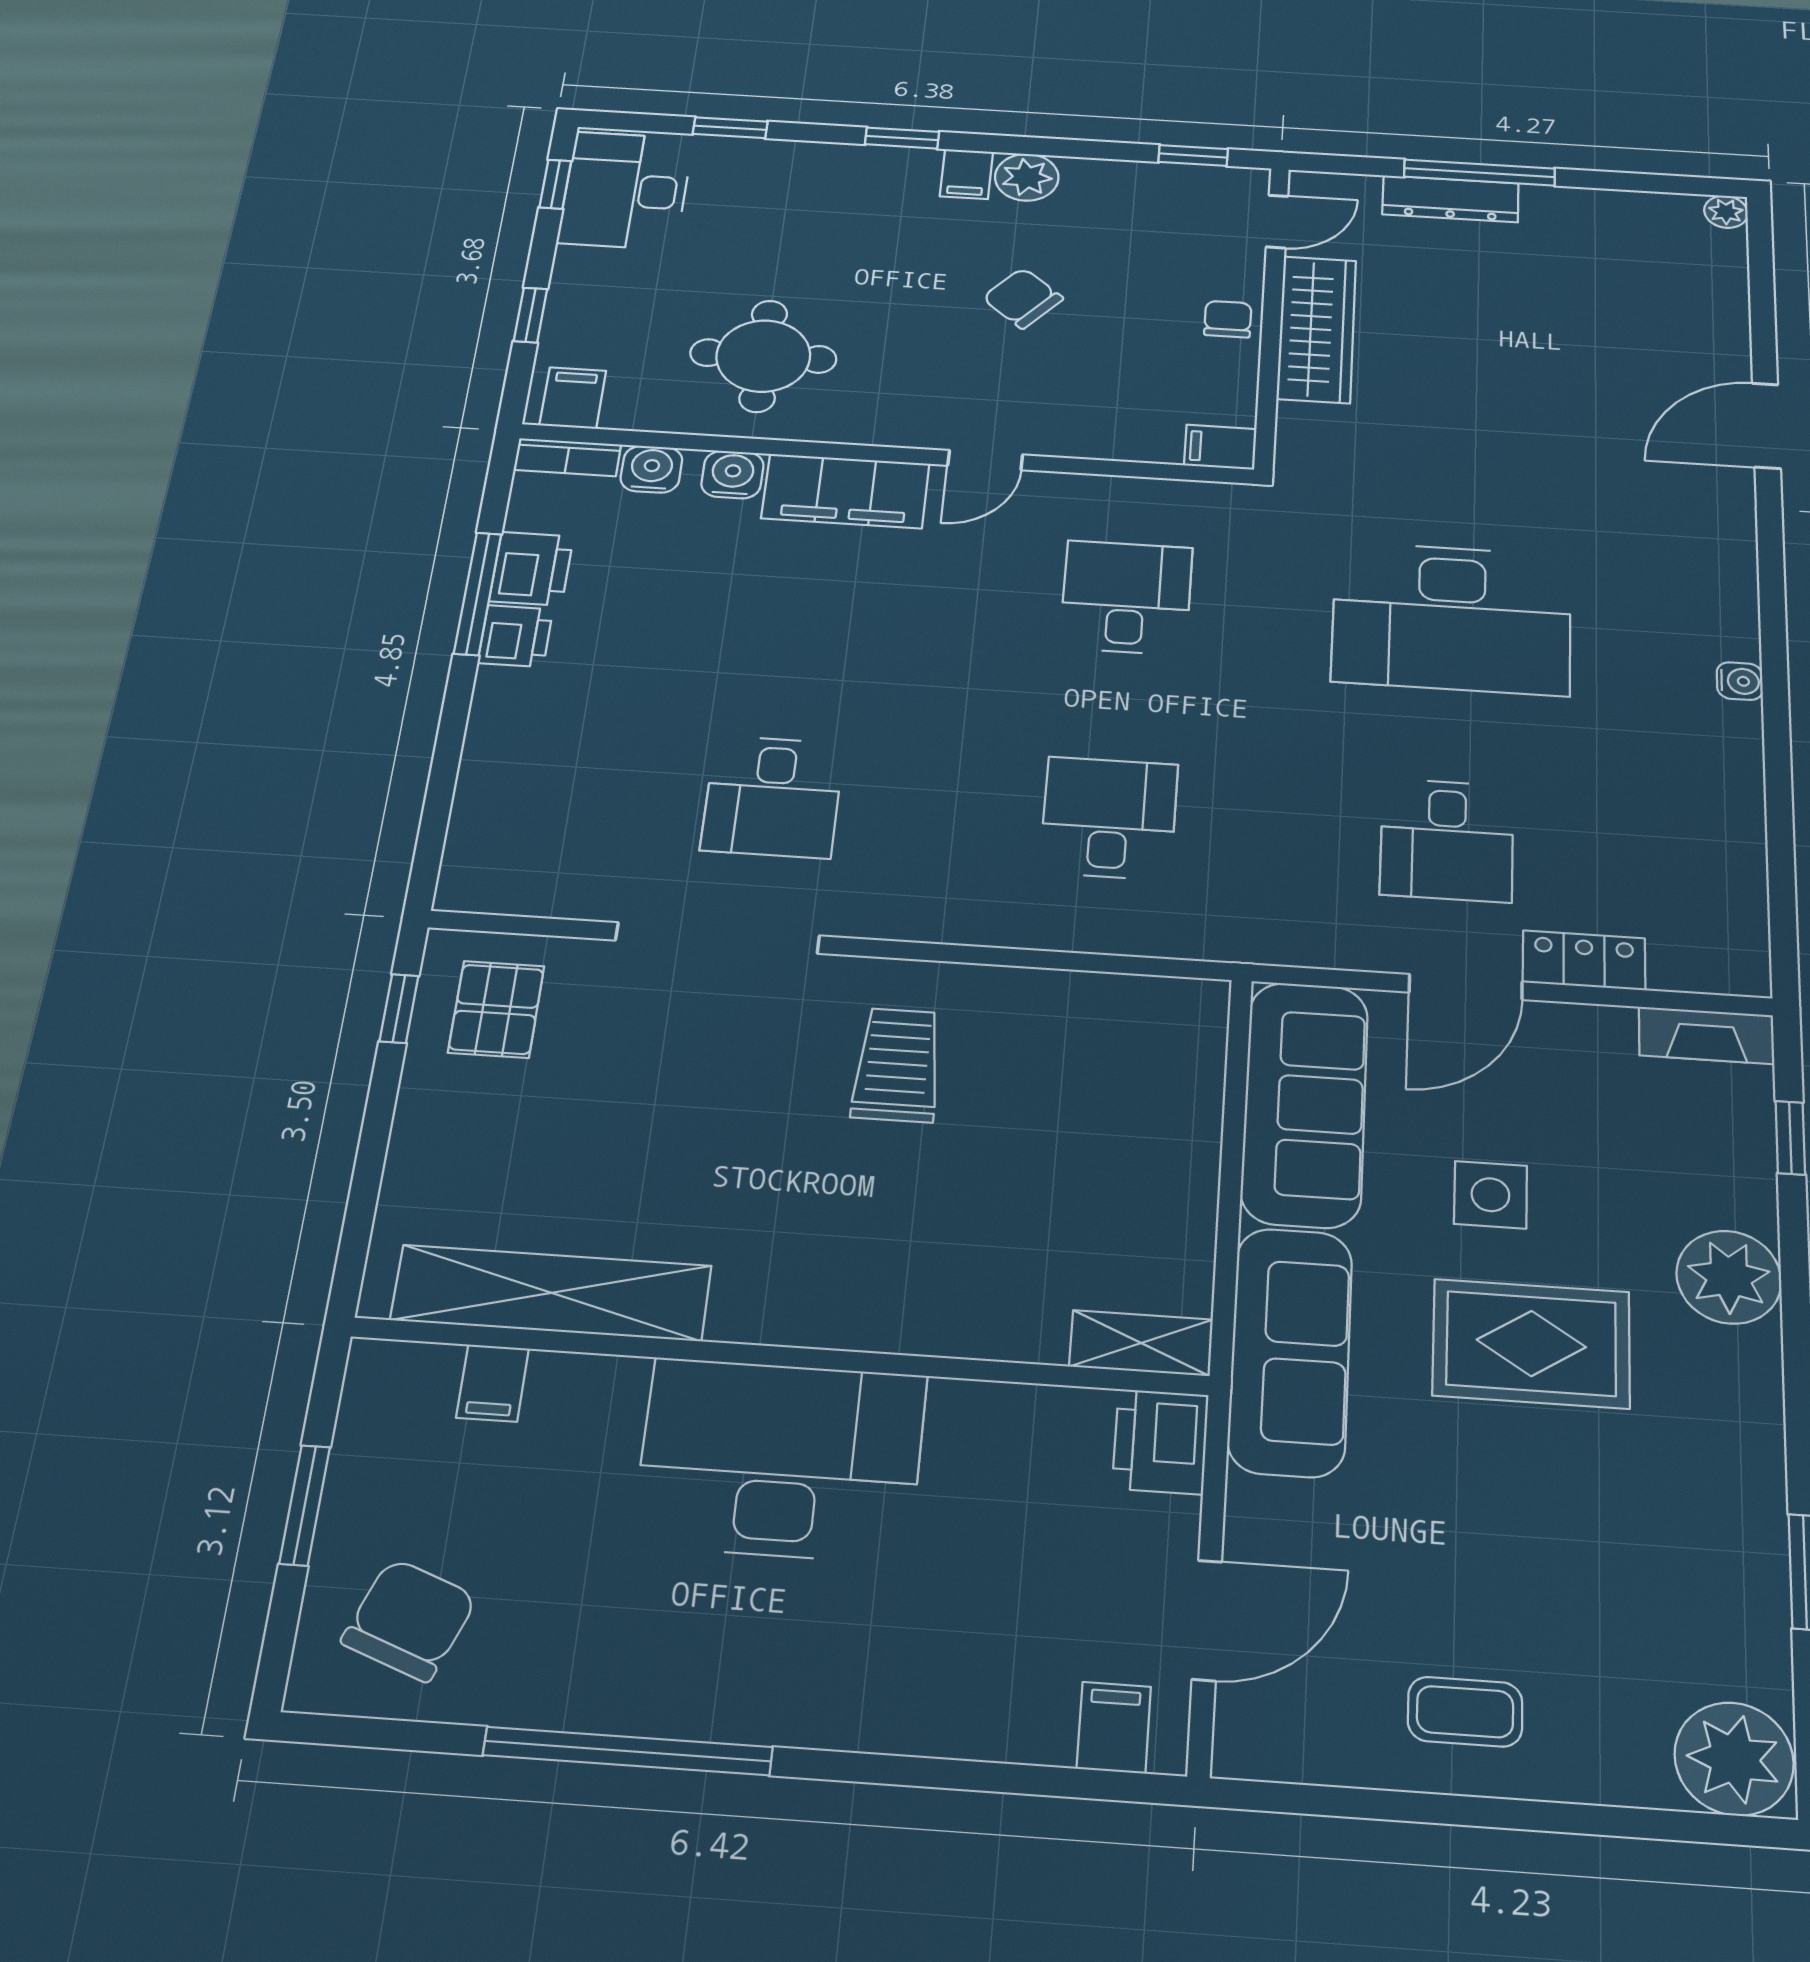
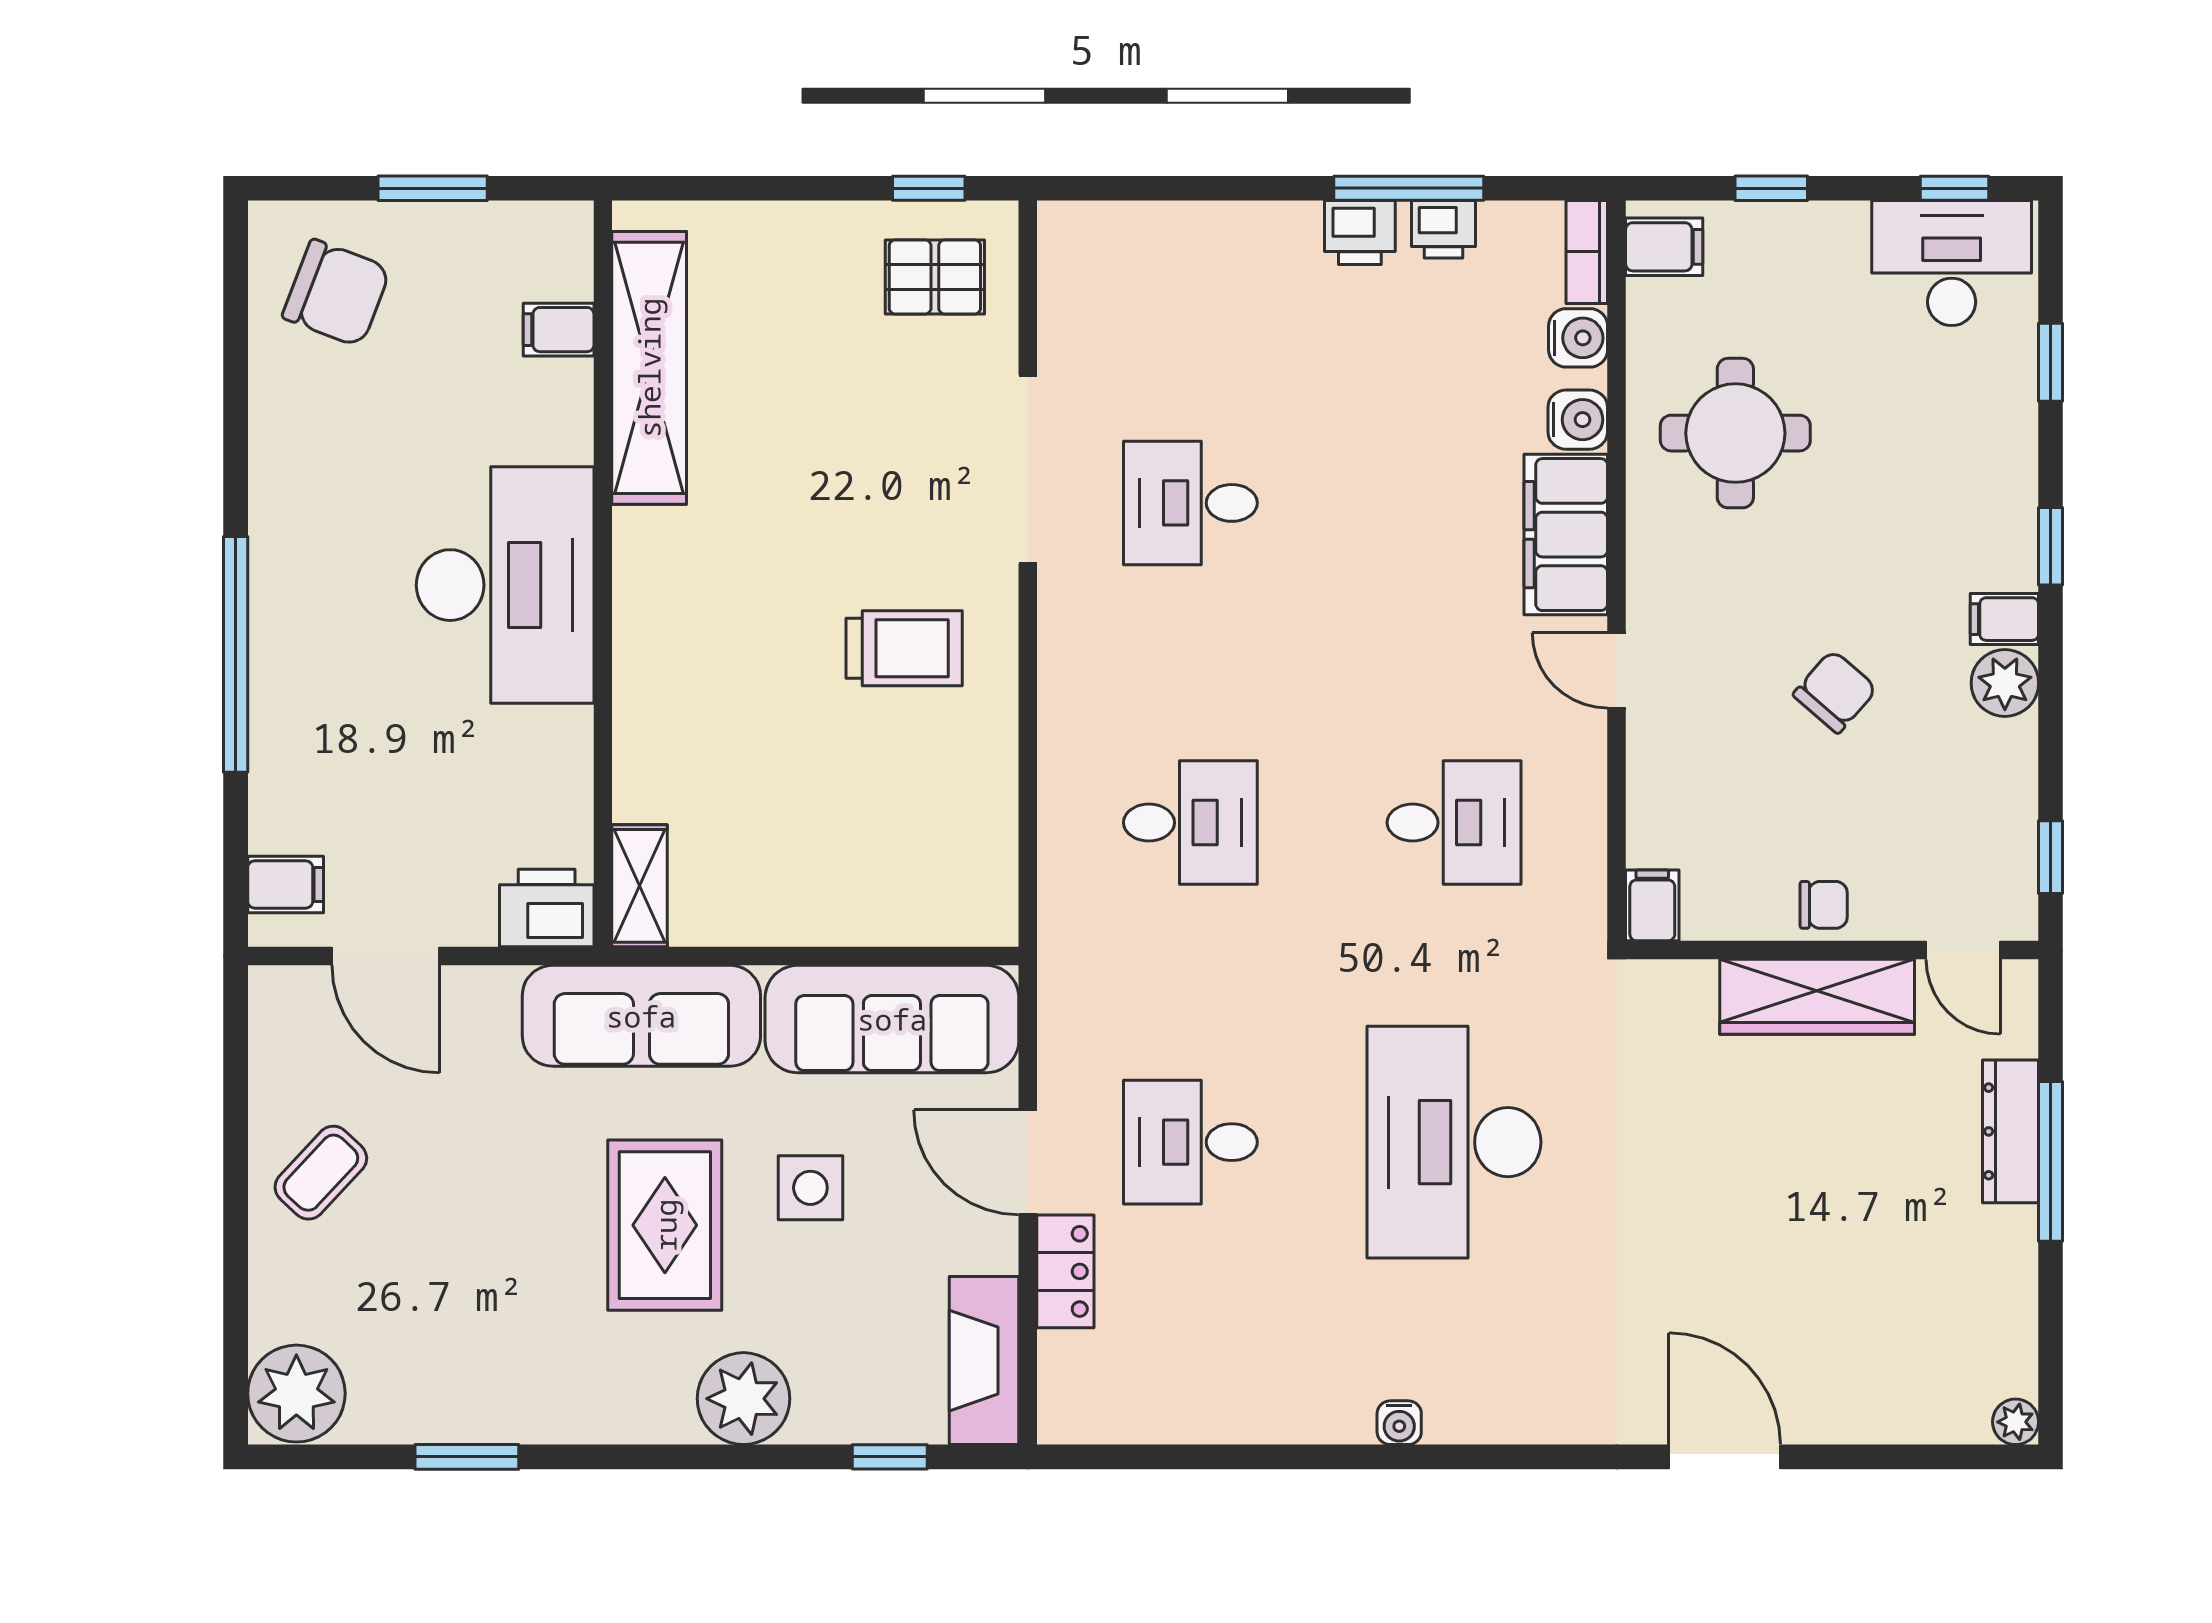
printer: (531, 569) -> (1443, 229), width x0.73, depth x0.81
fireplace: (1706, 1035) -> (984, 1361), width x1.37, depth x1.32
coffee table: (1465, 1712) -> (321, 1173), turned 43
window: (628, 1751) -> (236, 654), moved

